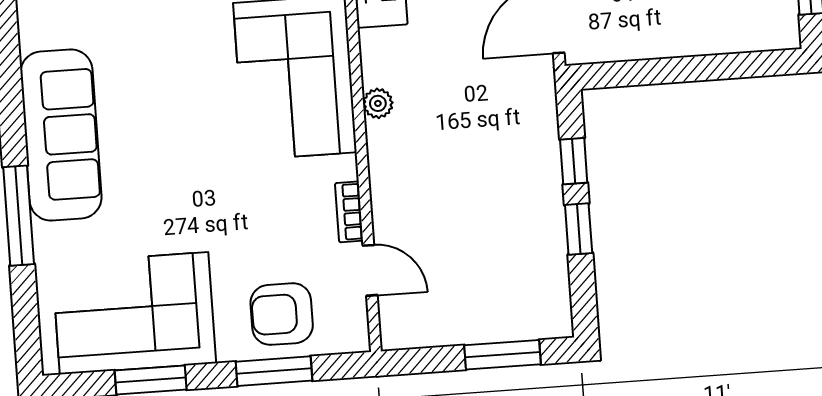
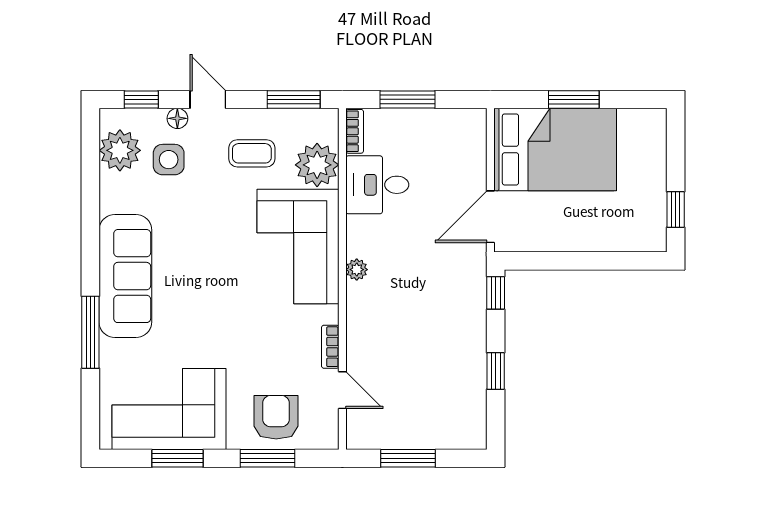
window: (574, 161) -> (496, 293), moved
armchair: (282, 314) -> (276, 417), turned 90
window: (503, 355) -> (408, 458), moved

